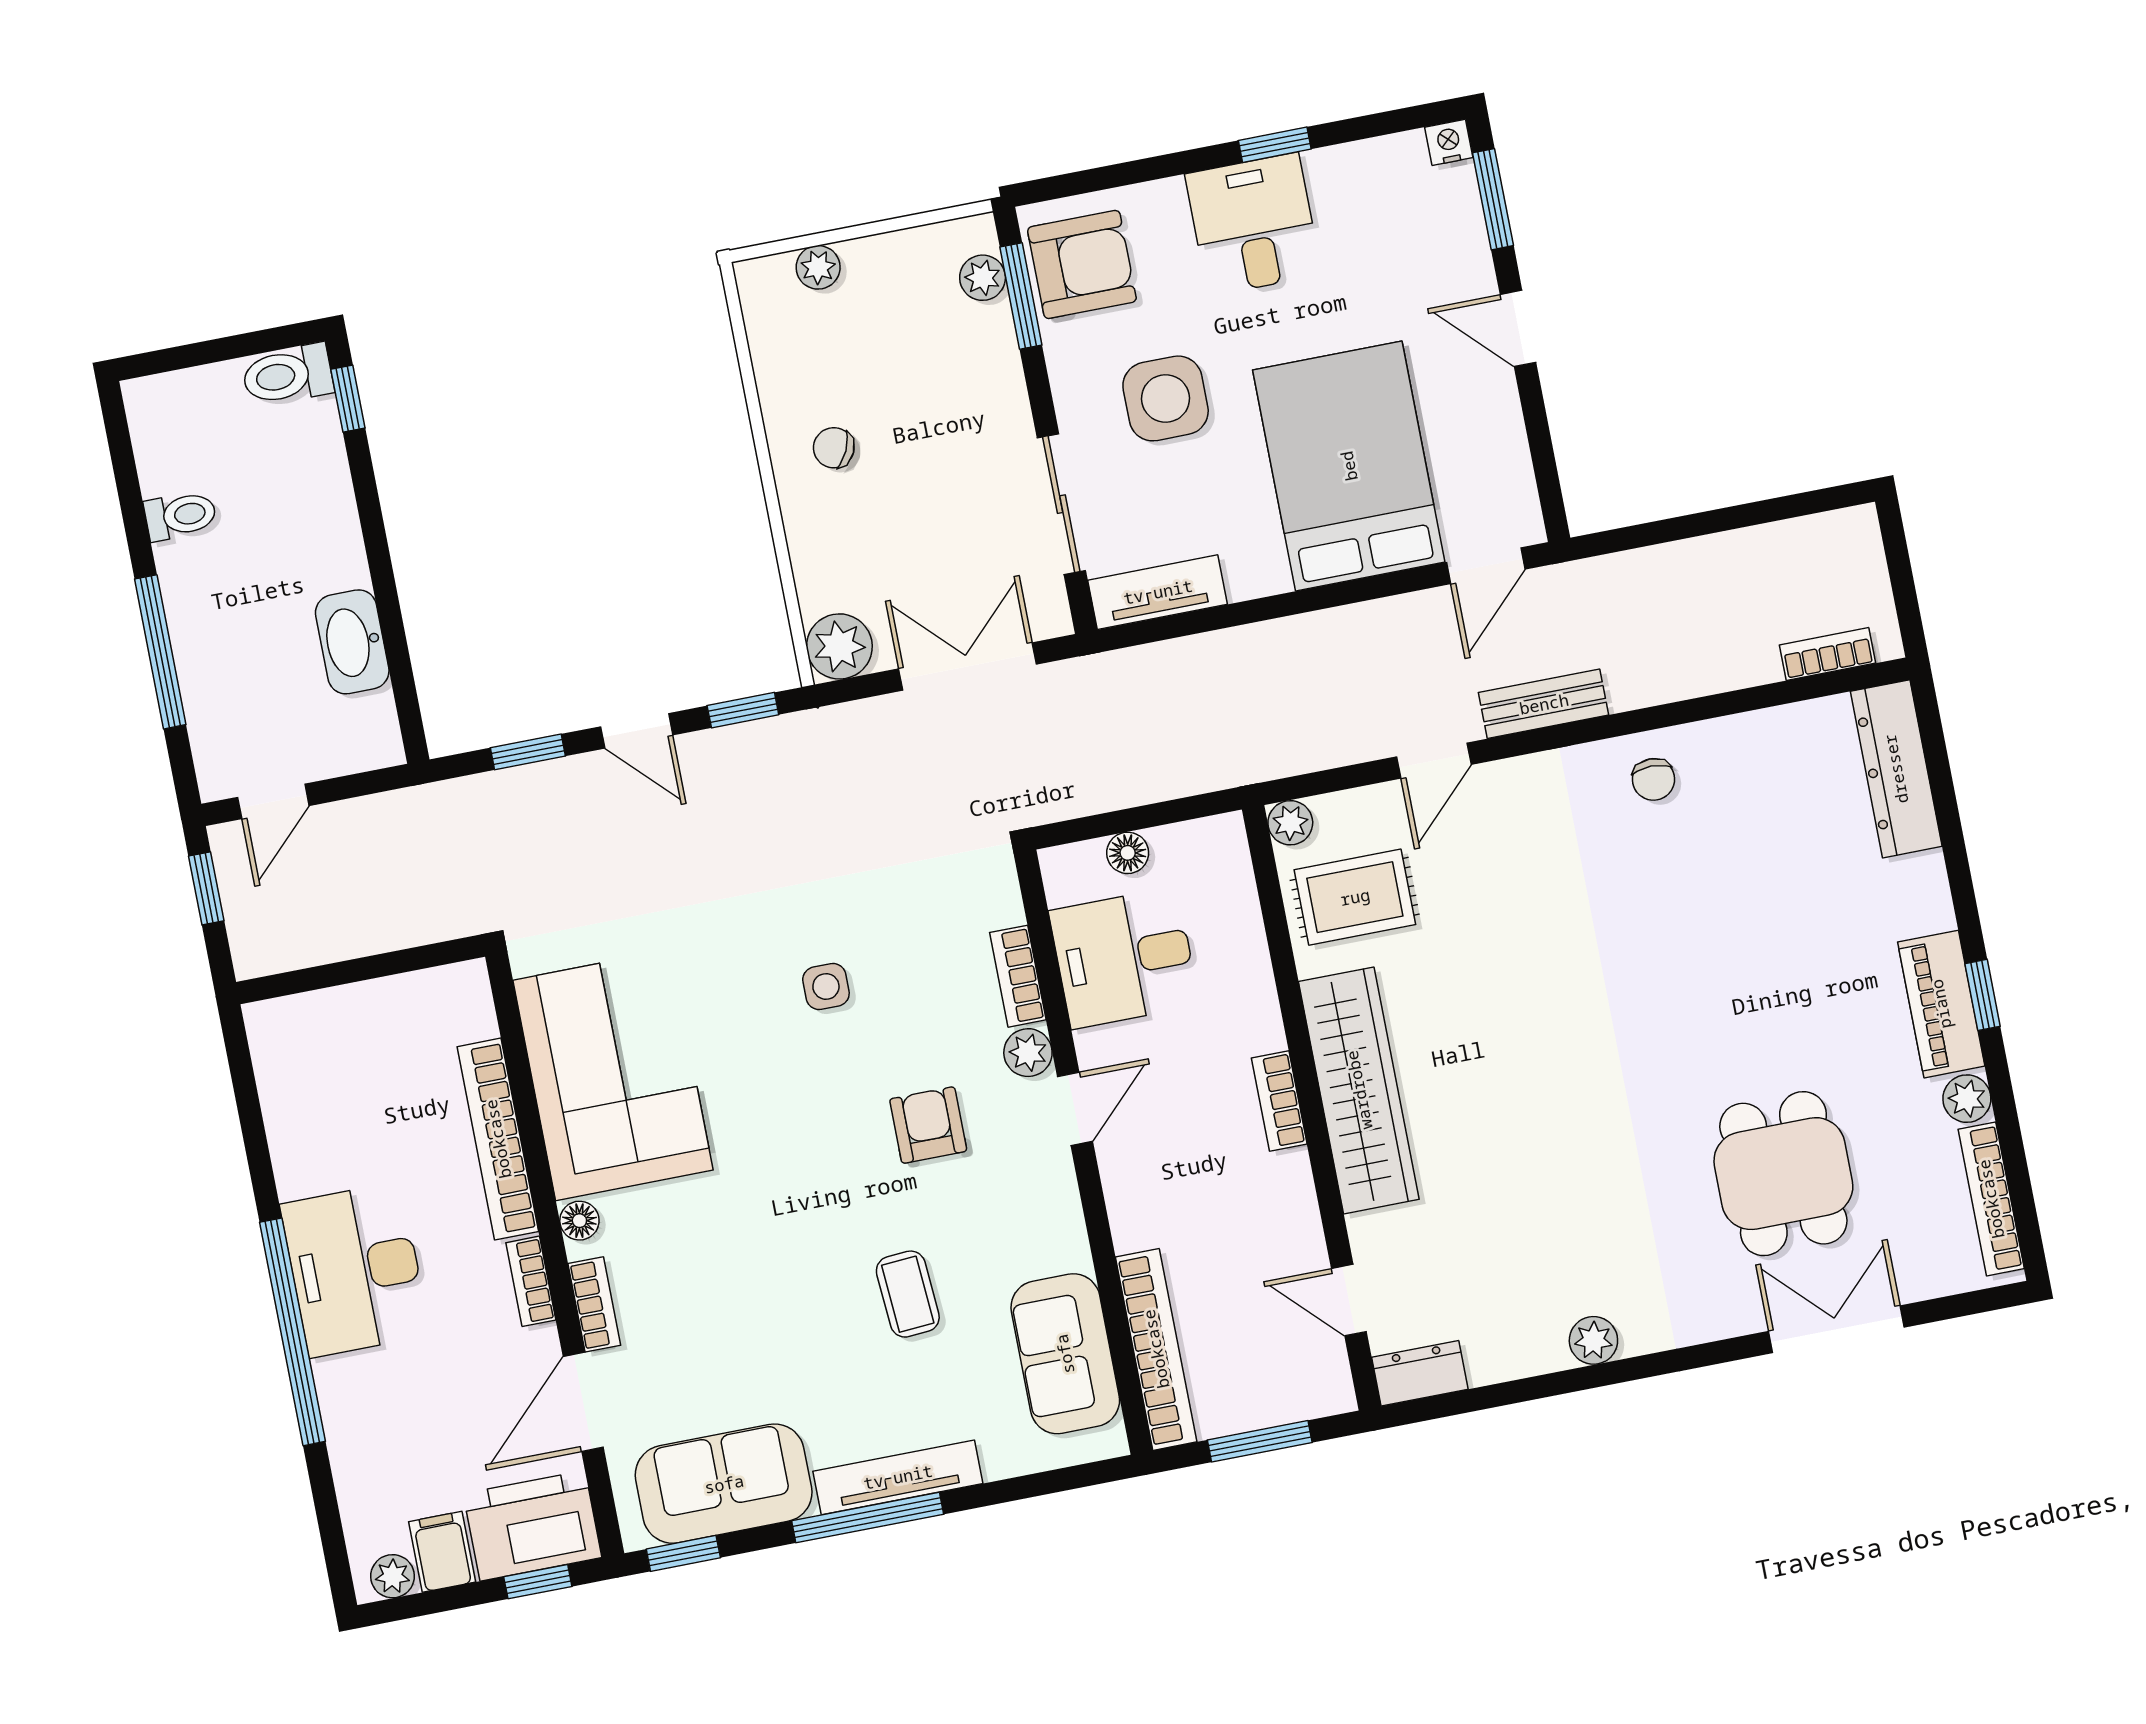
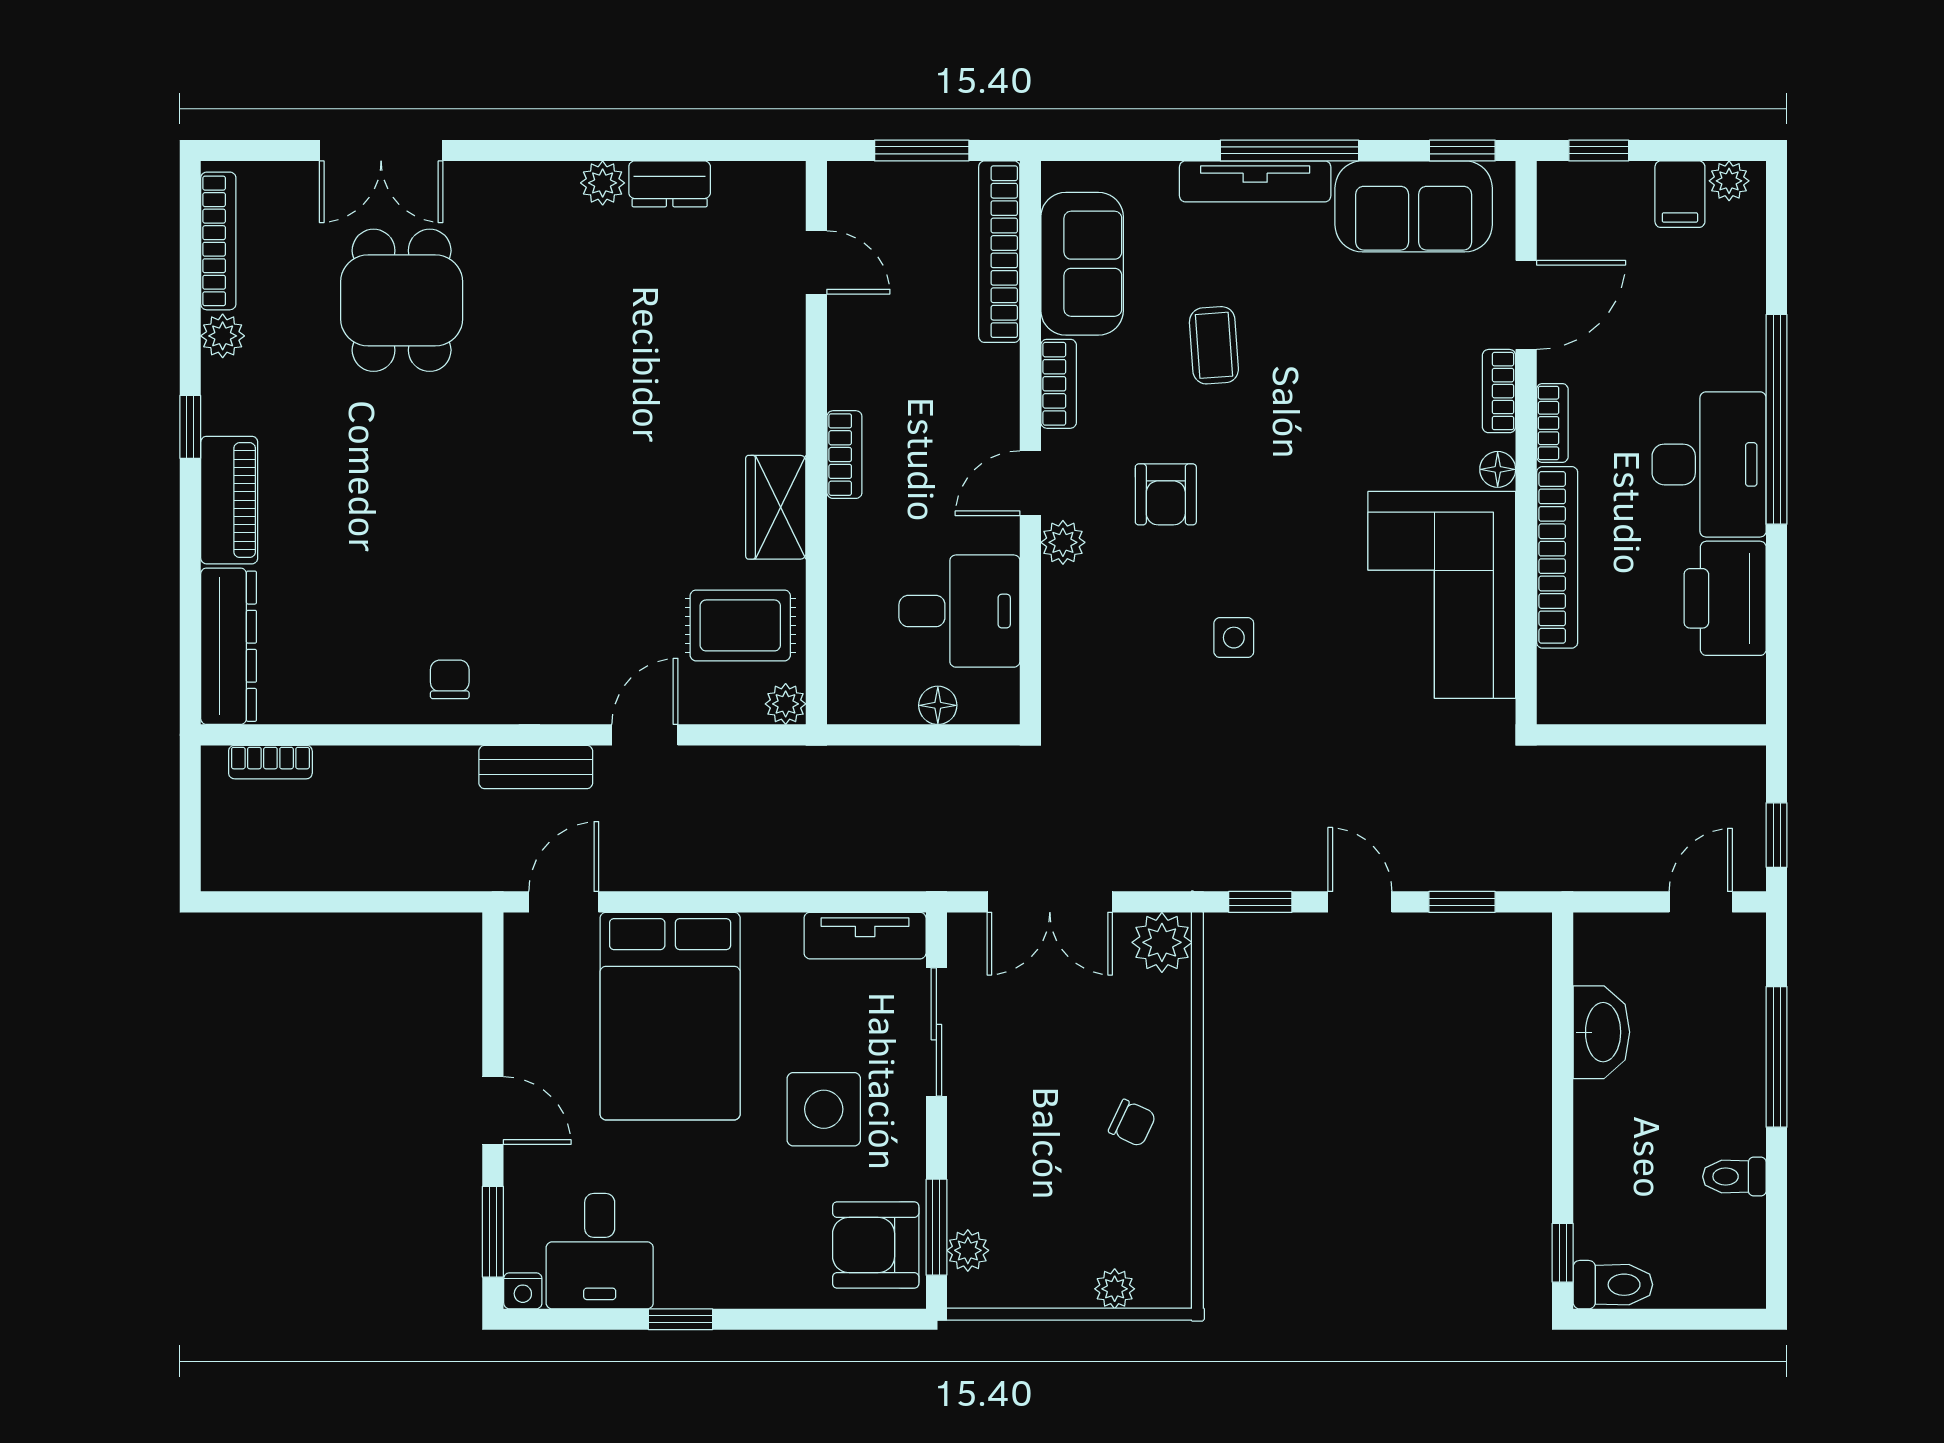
desk: (1253, 224) -> (600, 1251), moved
bookcase: (1018, 976) -> (1059, 384), moved
piano: (1941, 1004) -> (229, 500), moved
wardrobe: (1359, 1090) -> (776, 507), width x0.48, depth x0.85
dresser: (1420, 1373) -> (670, 184), moved
printer: (533, 1526) -> (1725, 598), moved, turned 90

